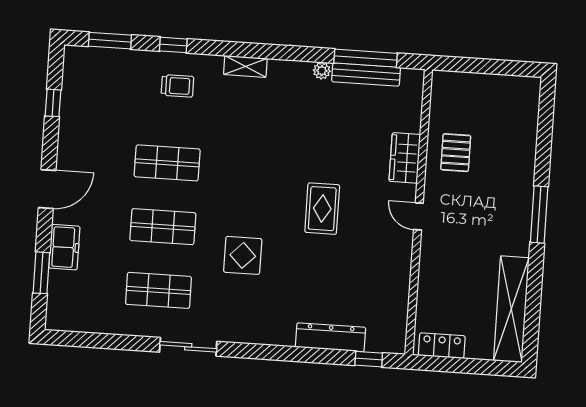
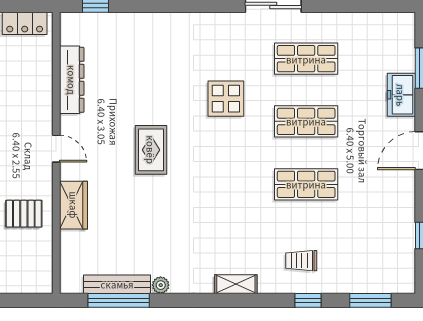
pallet: (456, 153) -> (24, 214), turned 90
dresser: (330, 337) -> (72, 80), moved, turned -90

